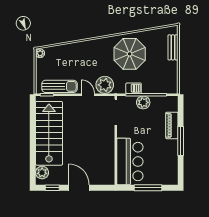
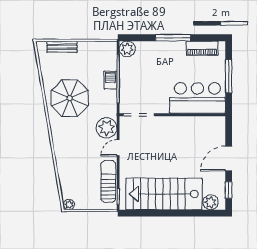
barbecue: (134, 88) -> (110, 80), moved
plant: (143, 102) -> (127, 49), moved
piano: (172, 125) -> (202, 48), moved

